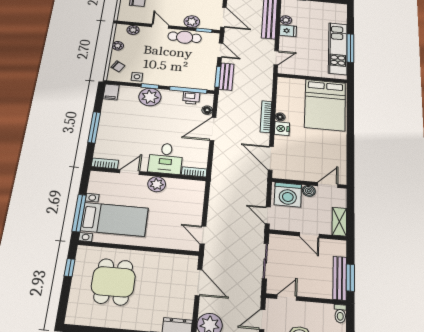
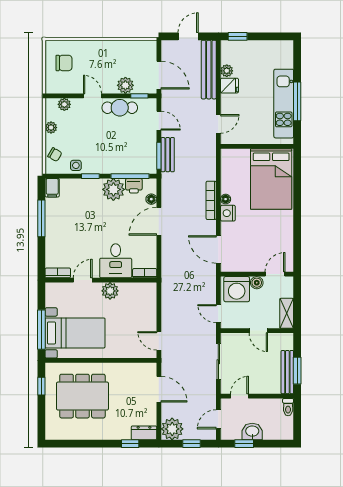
plant: (150, 97) -> (113, 189), moved
window: (94, 127) -> (41, 218), moved
dining table: (113, 282) -> (82, 396), width x1.37

